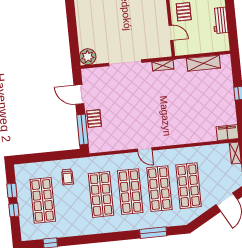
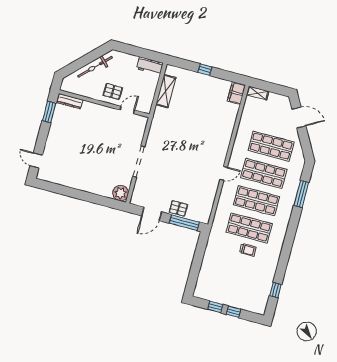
workbench: (220, 20) -> (150, 66), moved
shelving: (163, 65) -> (154, 128), removed
trolley: (67, 177) -> (248, 250), moved
shop shelf: (43, 200) -> (235, 283), removed

